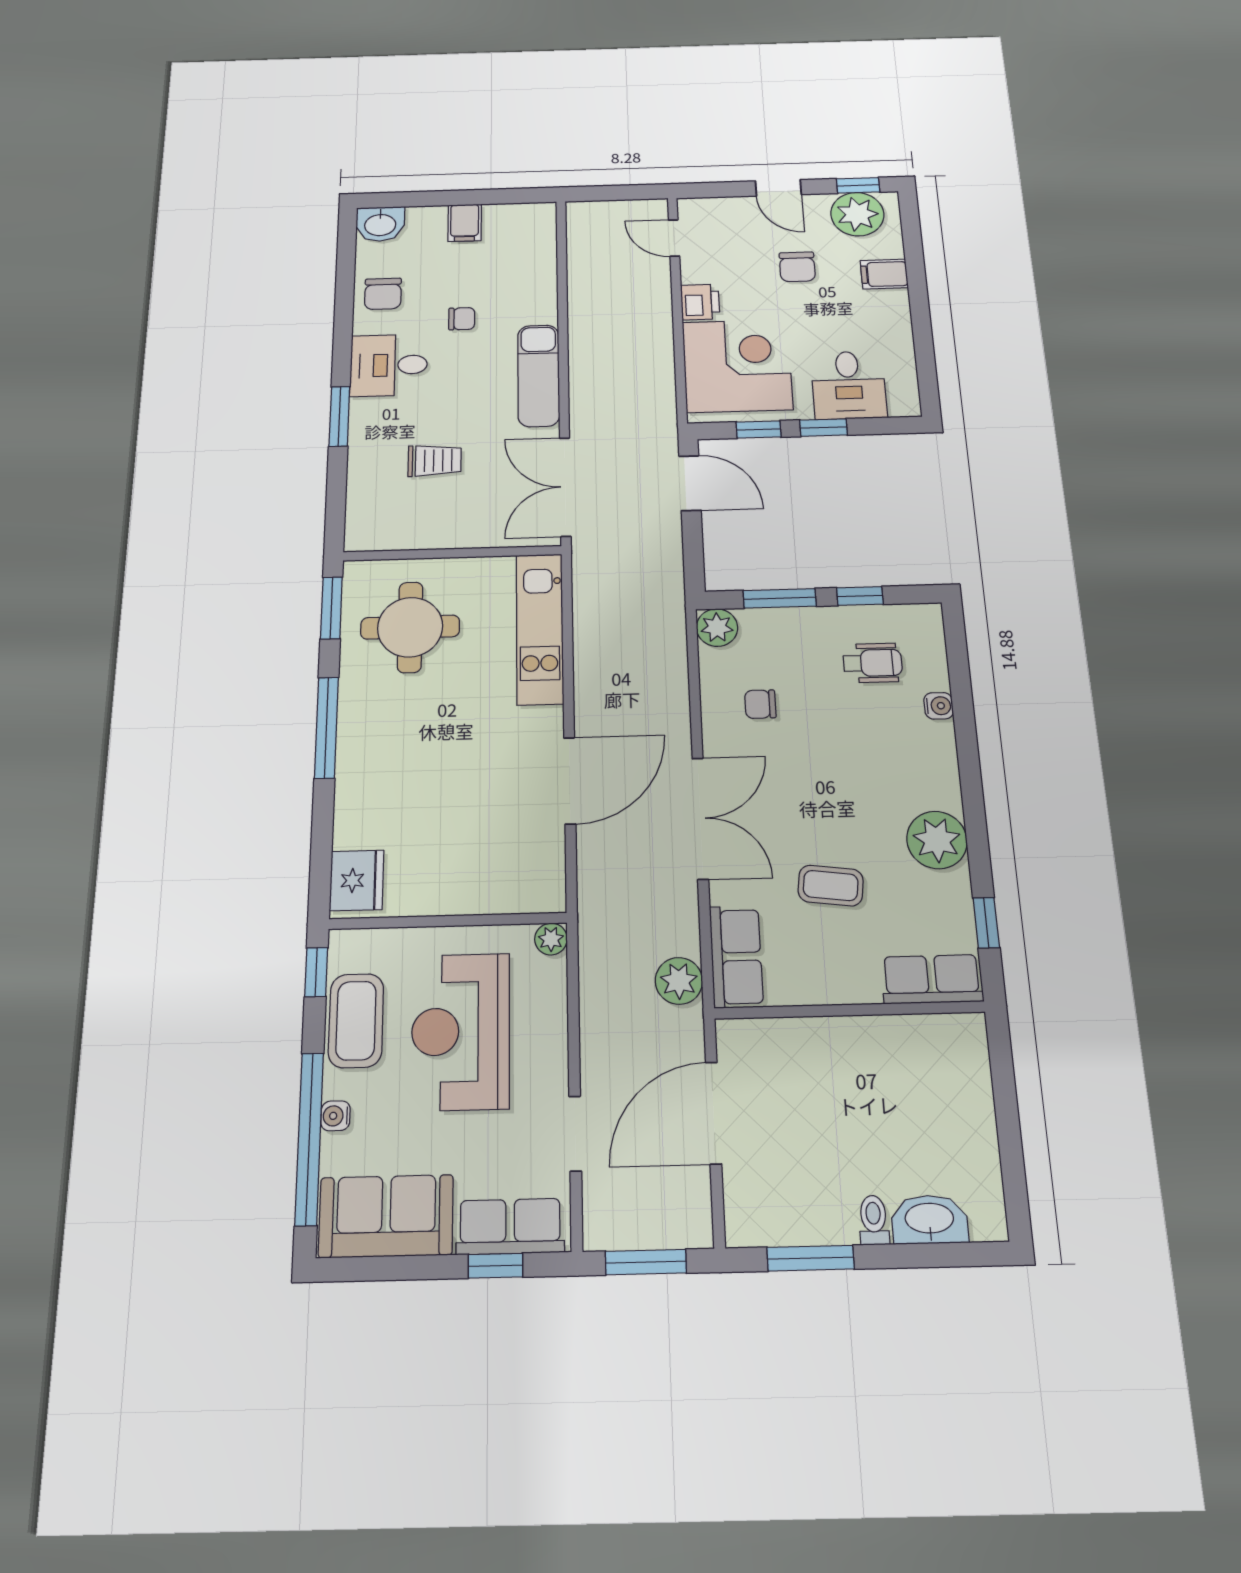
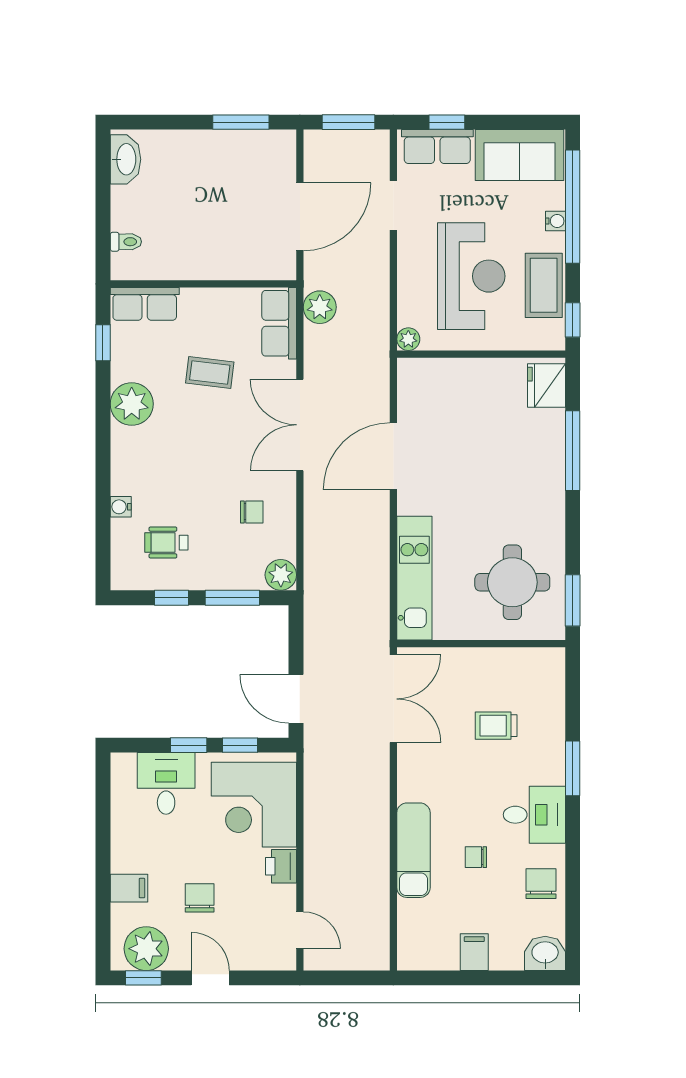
exam couch: (539, 375) -> (413, 850), moved
window: (326, 728) -> (573, 451), moved
washbasin: (929, 1219) -> (125, 159), moved, turned -90
toilet: (874, 1220) -> (126, 242), moved, turned -90

